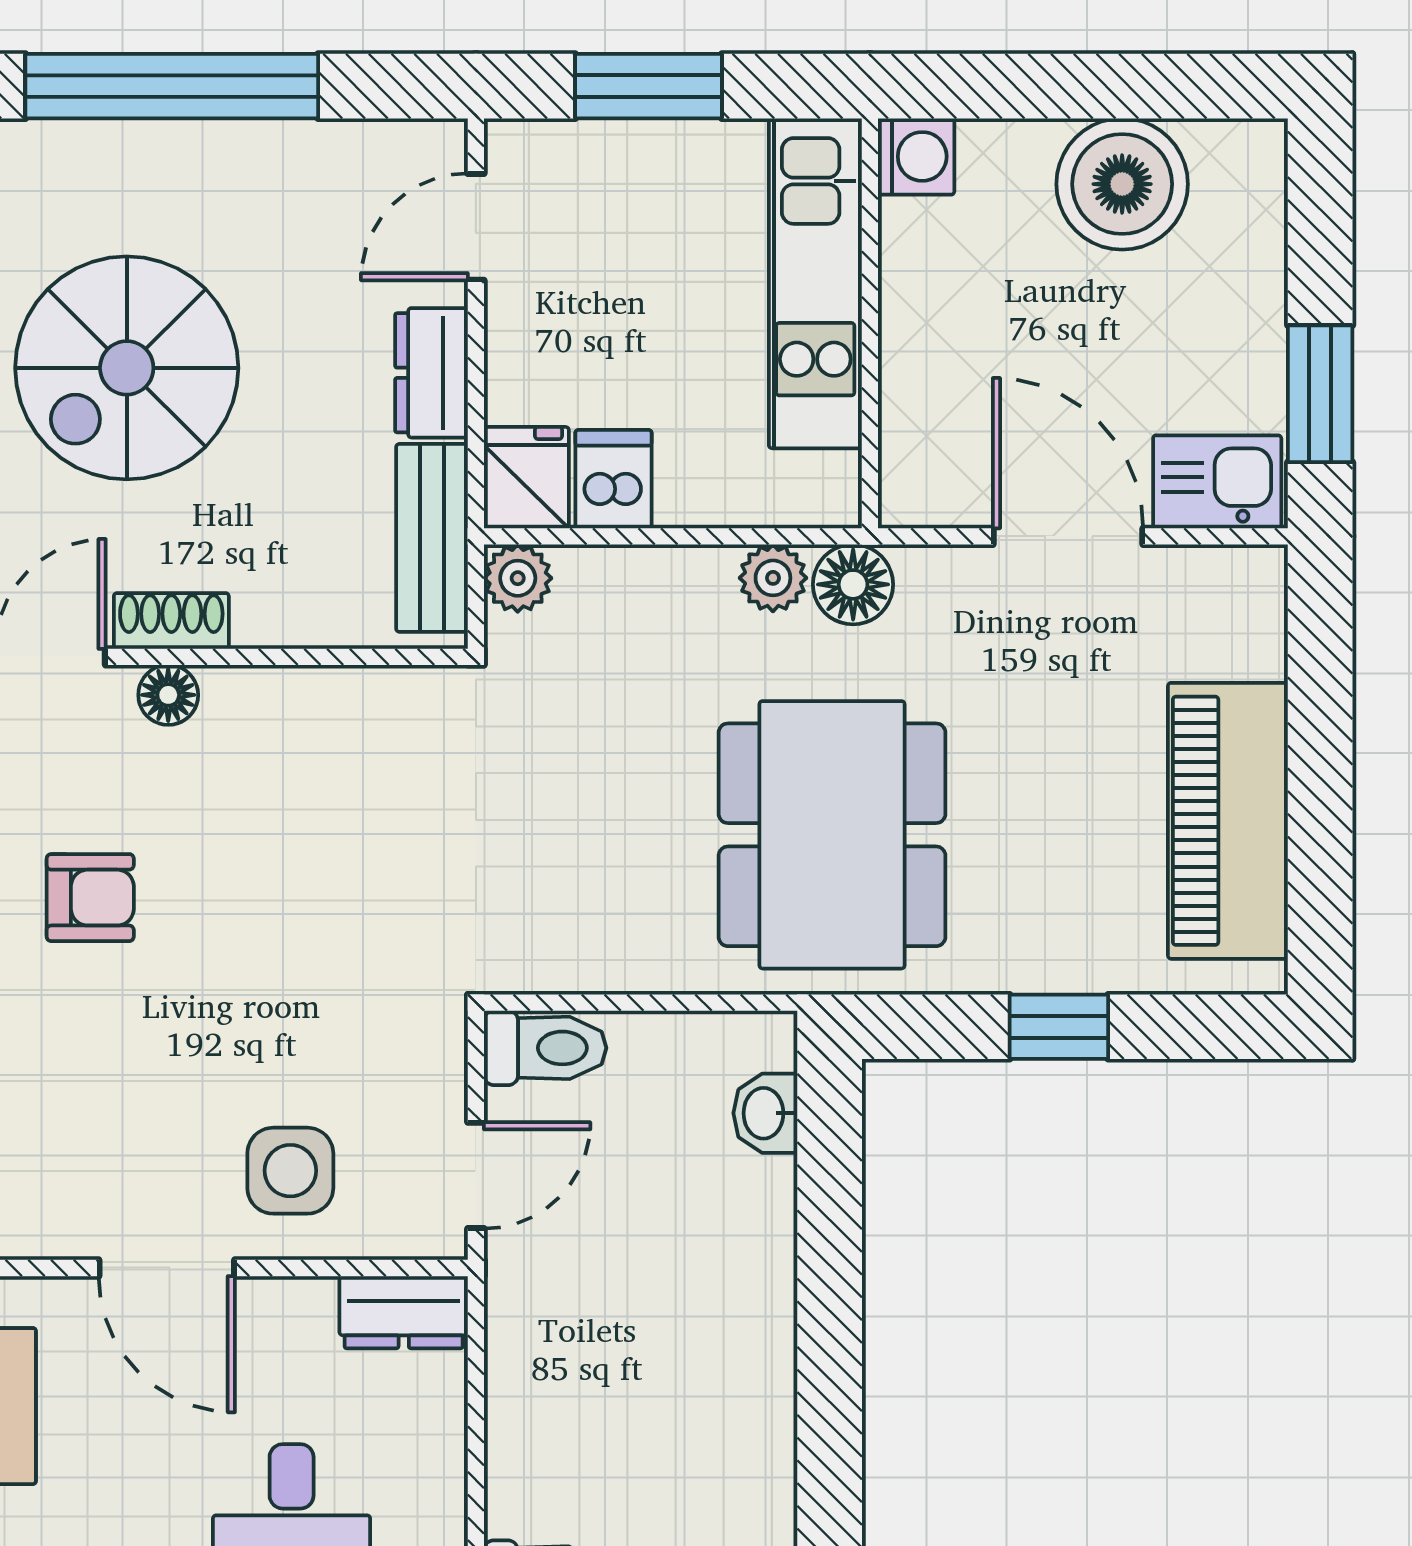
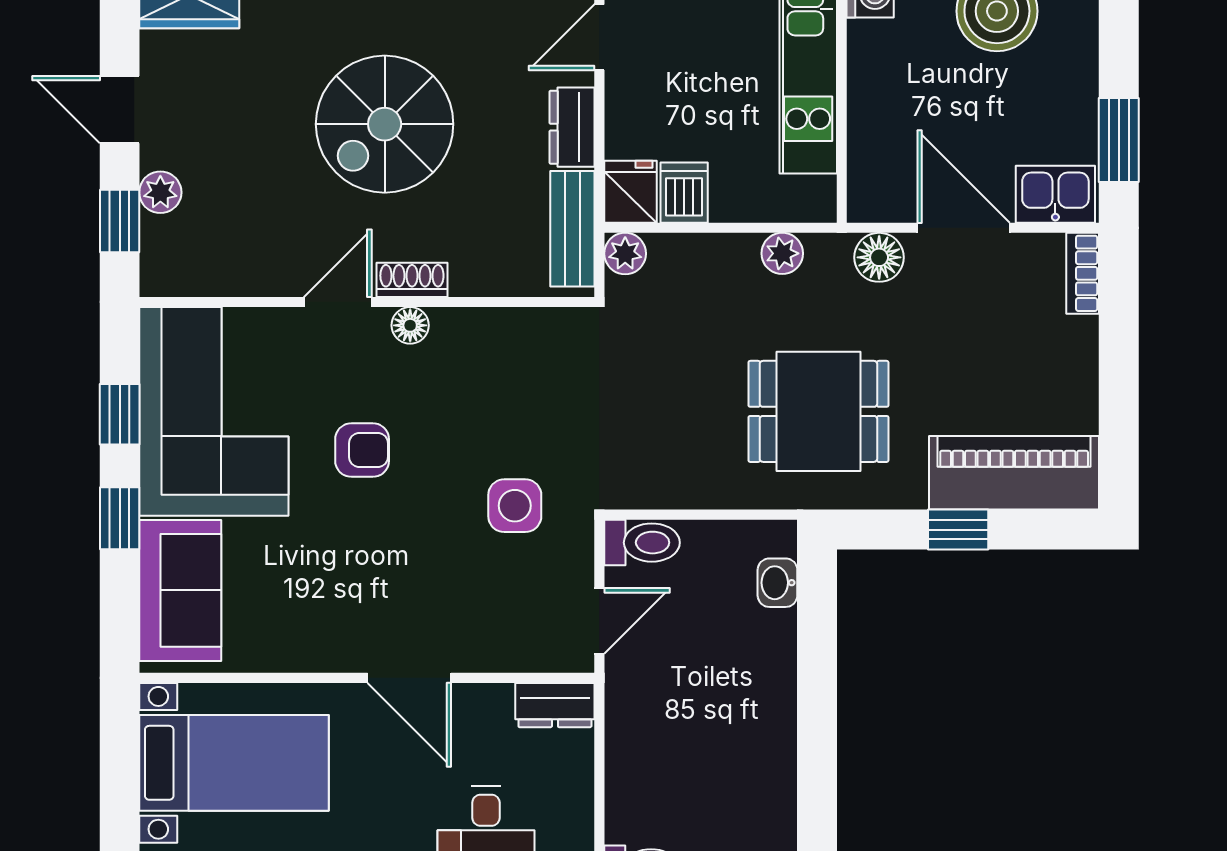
floor lamp: (853, 584) -> (879, 257), moved
bookcase: (1262, 610) -> (1083, 273), added
piano: (1228, 821) -> (1014, 473), moved, turned 90
dining table: (832, 835) -> (818, 411), width x0.73
side table: (290, 1171) -> (515, 506), moved

